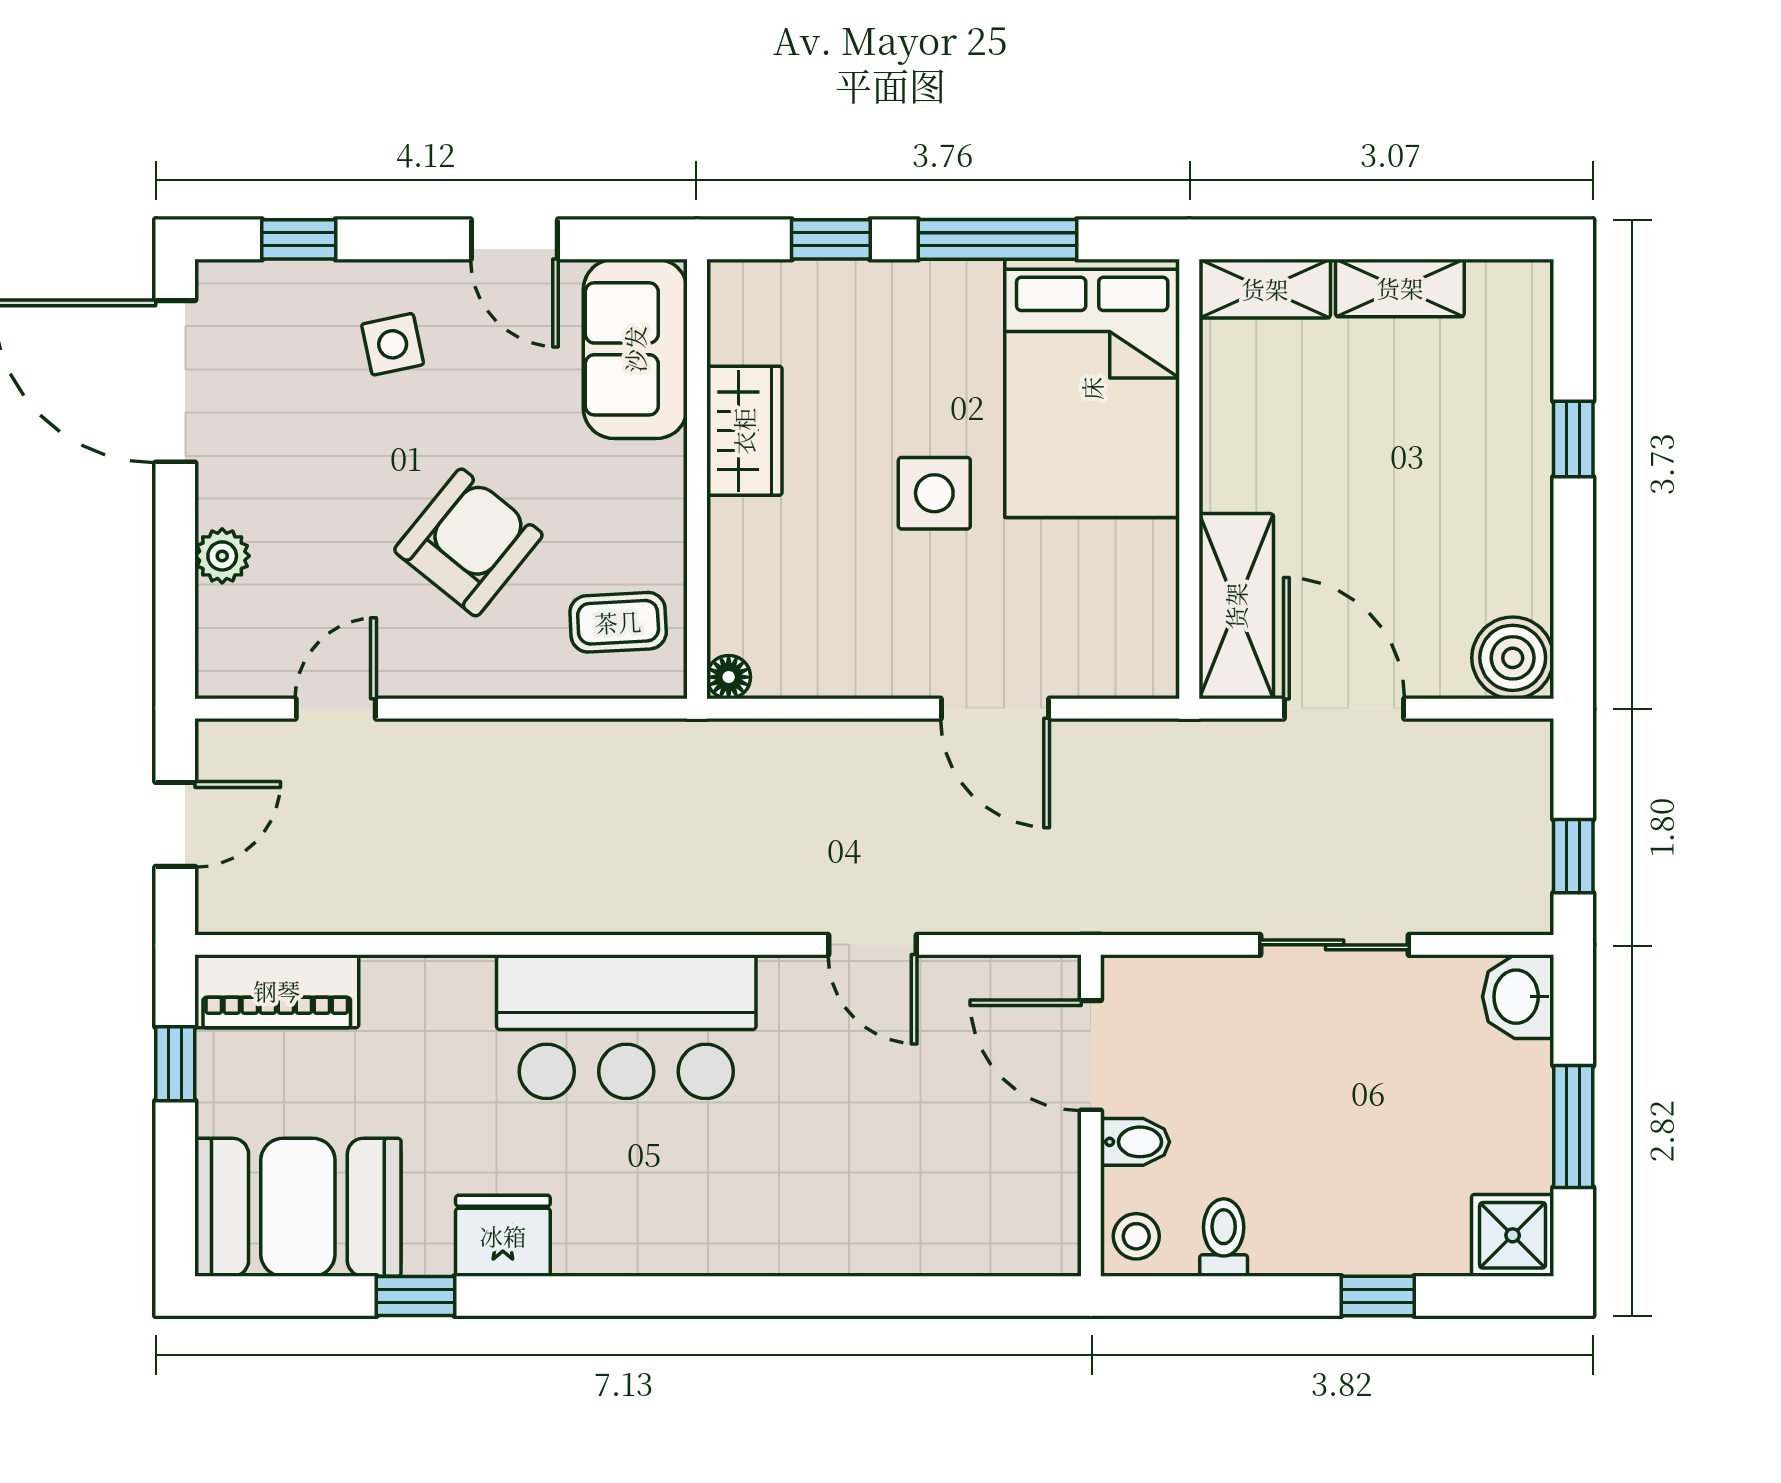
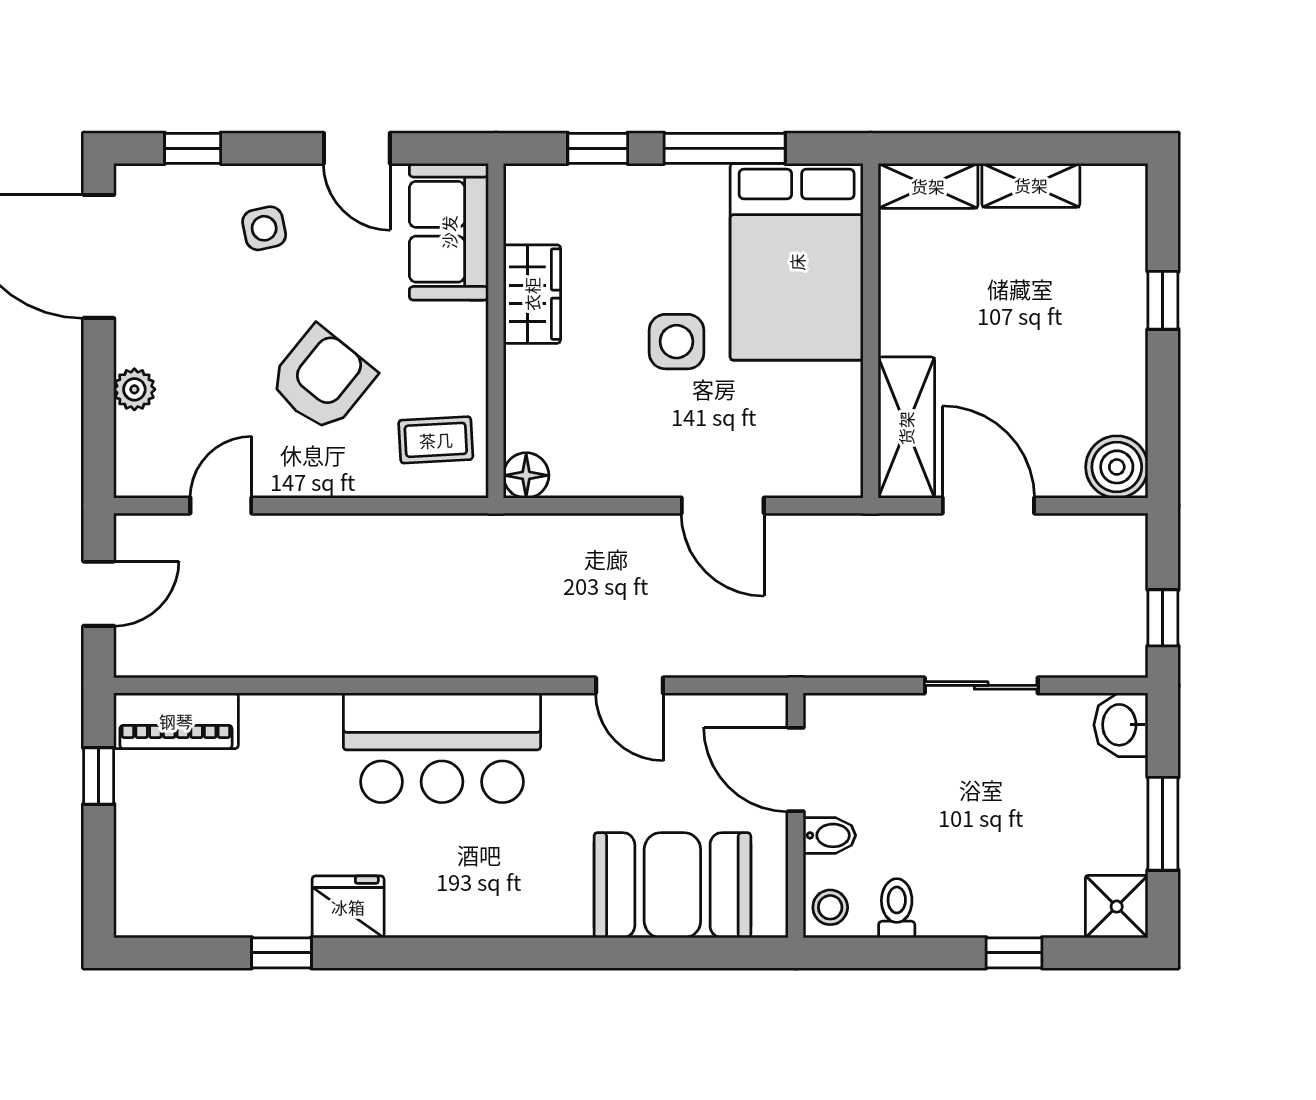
floor lamp: (729, 677) -> (526, 475), width x1.37, depth x1.37
booth: (298, 1207) -> (672, 885), moved

